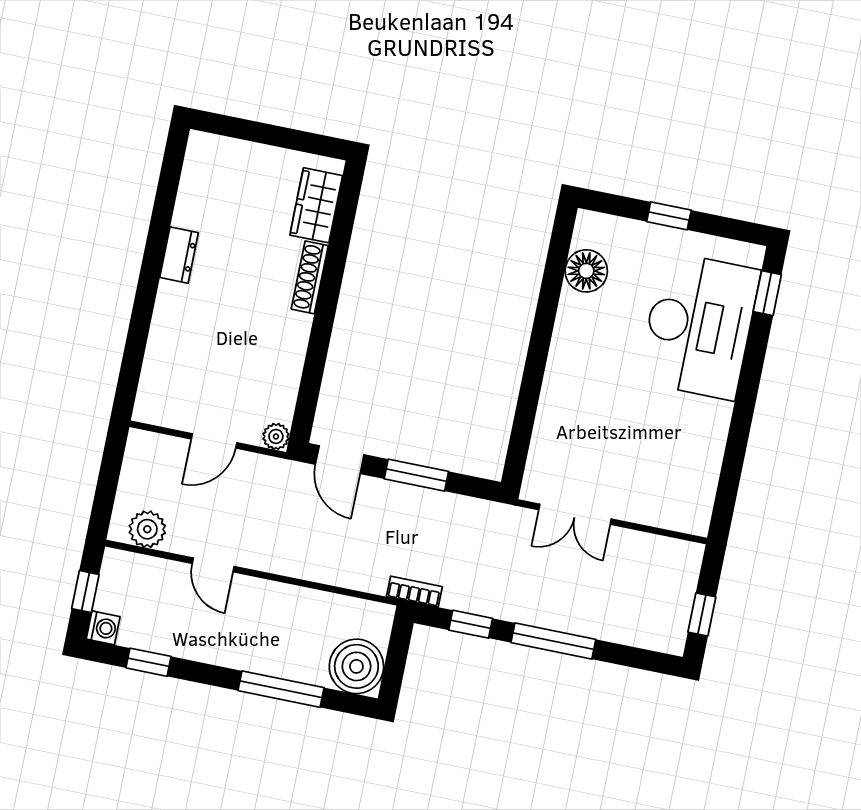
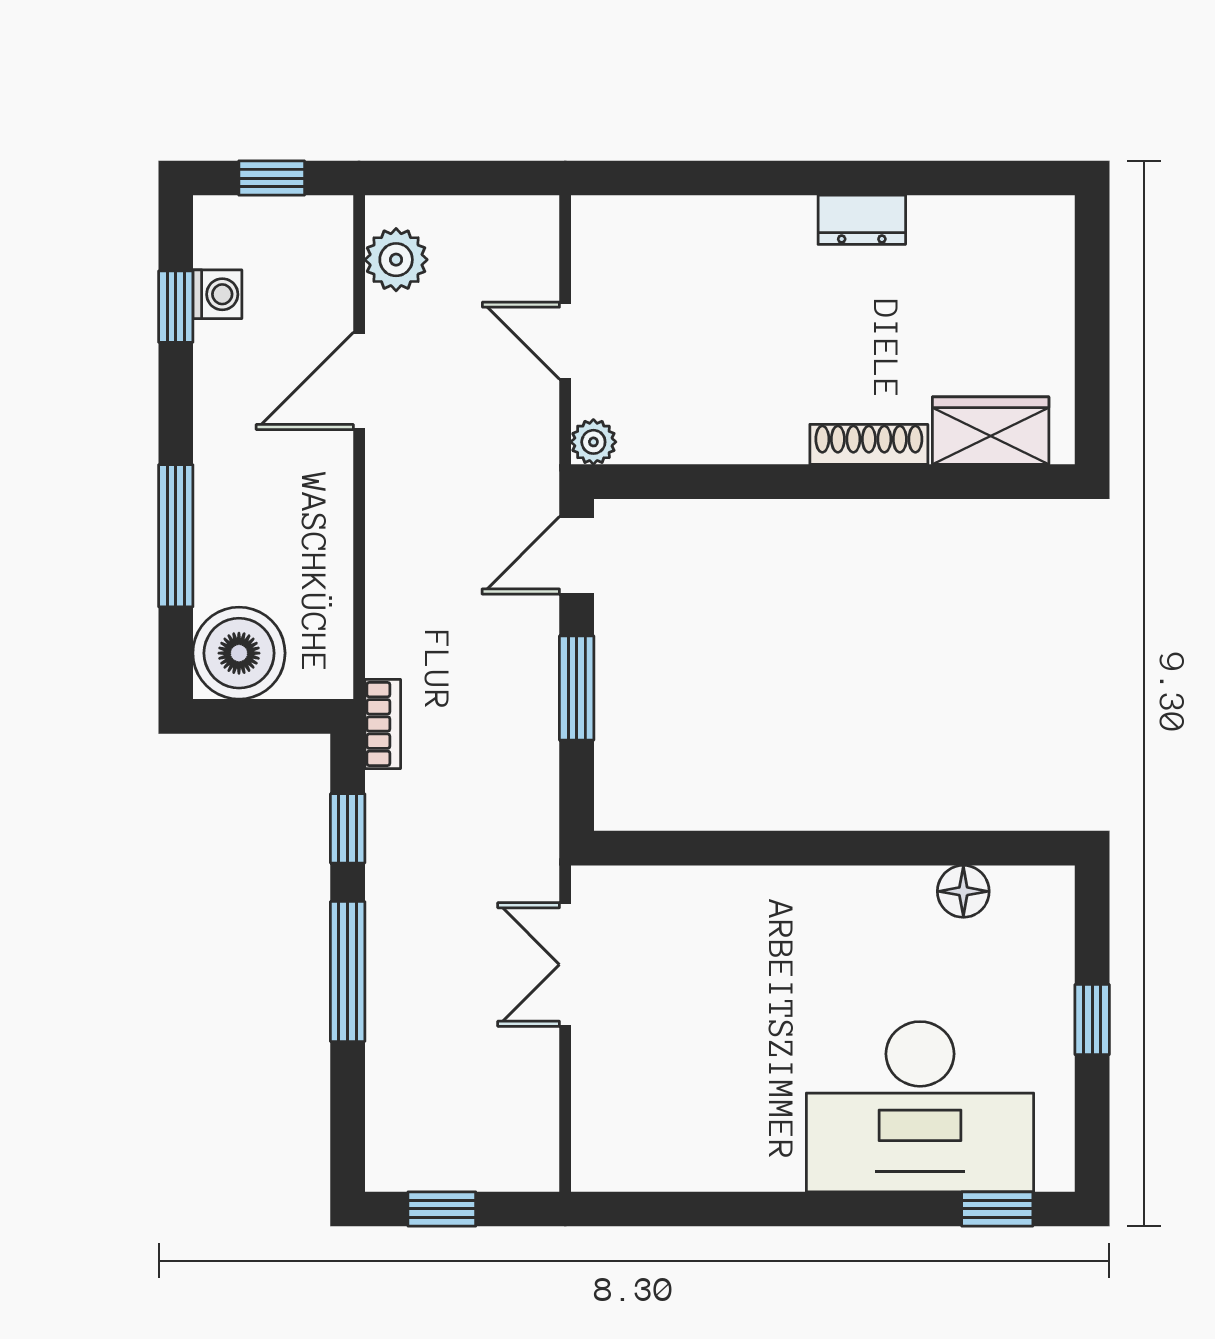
floor lamp: (586, 271) -> (963, 891), width x0.73, depth x0.73
door: (213, 565) -> (359, 381), width x1.37
washing machine: (103, 628) -> (217, 294), moved, turned -90

